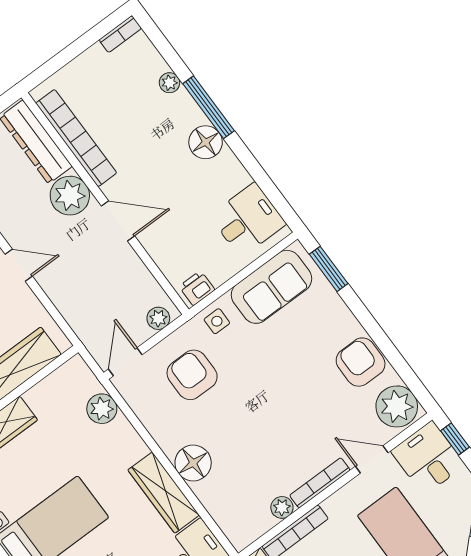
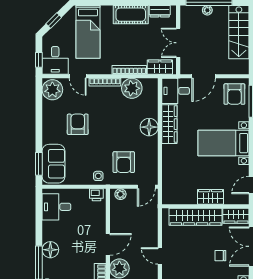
door: (118, 221) -> (108, 244), swing flipped
sofa: (271, 287) -> (54, 164), moved, turned 90
armchair: (361, 362) -> (78, 124), moved, turned 180
plant: (102, 409) -> (169, 175), removed
plant: (282, 507) -> (132, 88), width x1.88, depth x1.88

